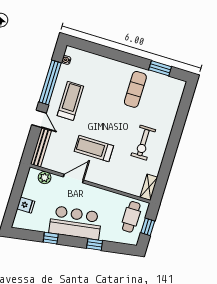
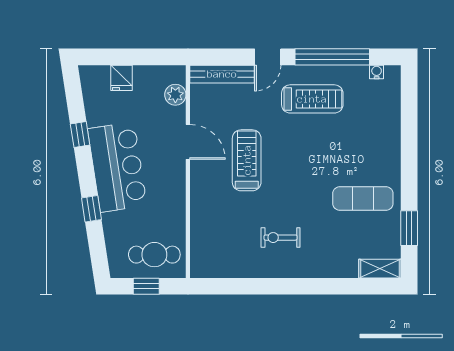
exercise bike: (143, 143) -> (280, 238), width x0.73, depth x0.72
shelving: (149, 187) -> (380, 269), moved

